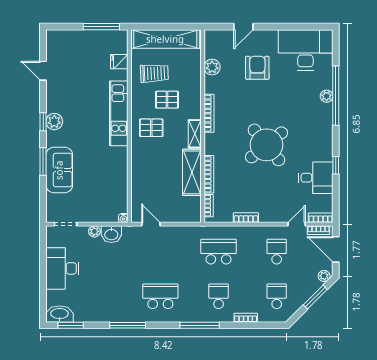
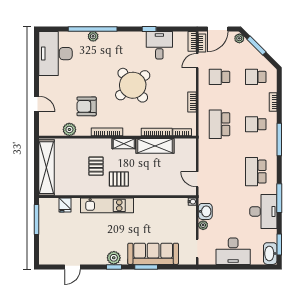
armchair: (257, 68) -> (87, 106), moved
trolley: (154, 73) -> (75, 176), removed
pallet: (151, 128) -> (119, 179), turned 90
sofa: (59, 170) -> (153, 254), width x1.36
door: (151, 224) -> (197, 179), hinge flipped
door: (297, 224) -> (197, 61), hinge flipped
desk: (111, 306) -> (263, 211), added

